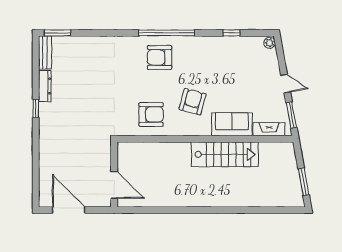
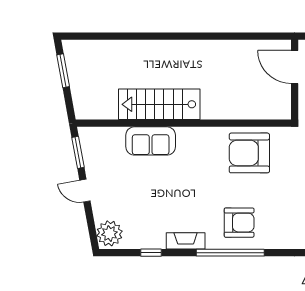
plant: (270, 43) -> (110, 233), width x1.88, depth x1.88
armchair: (193, 102) -> (199, 169), removed
armchair: (151, 114) -> (249, 153), width x1.36, depth x1.36
fireplace: (269, 129) -> (186, 241), moved, turned 180

